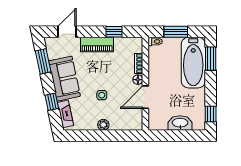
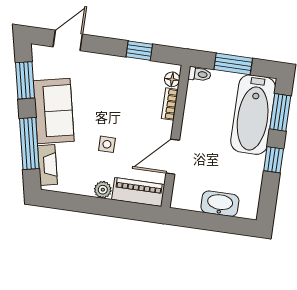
piano: (97, 44) -> (138, 192), moved, turned 180
floor lamp: (138, 80) -> (172, 79), moved
window: (52, 102) -> (29, 144), width x2.17
window: (211, 114) -> (274, 160), moved

